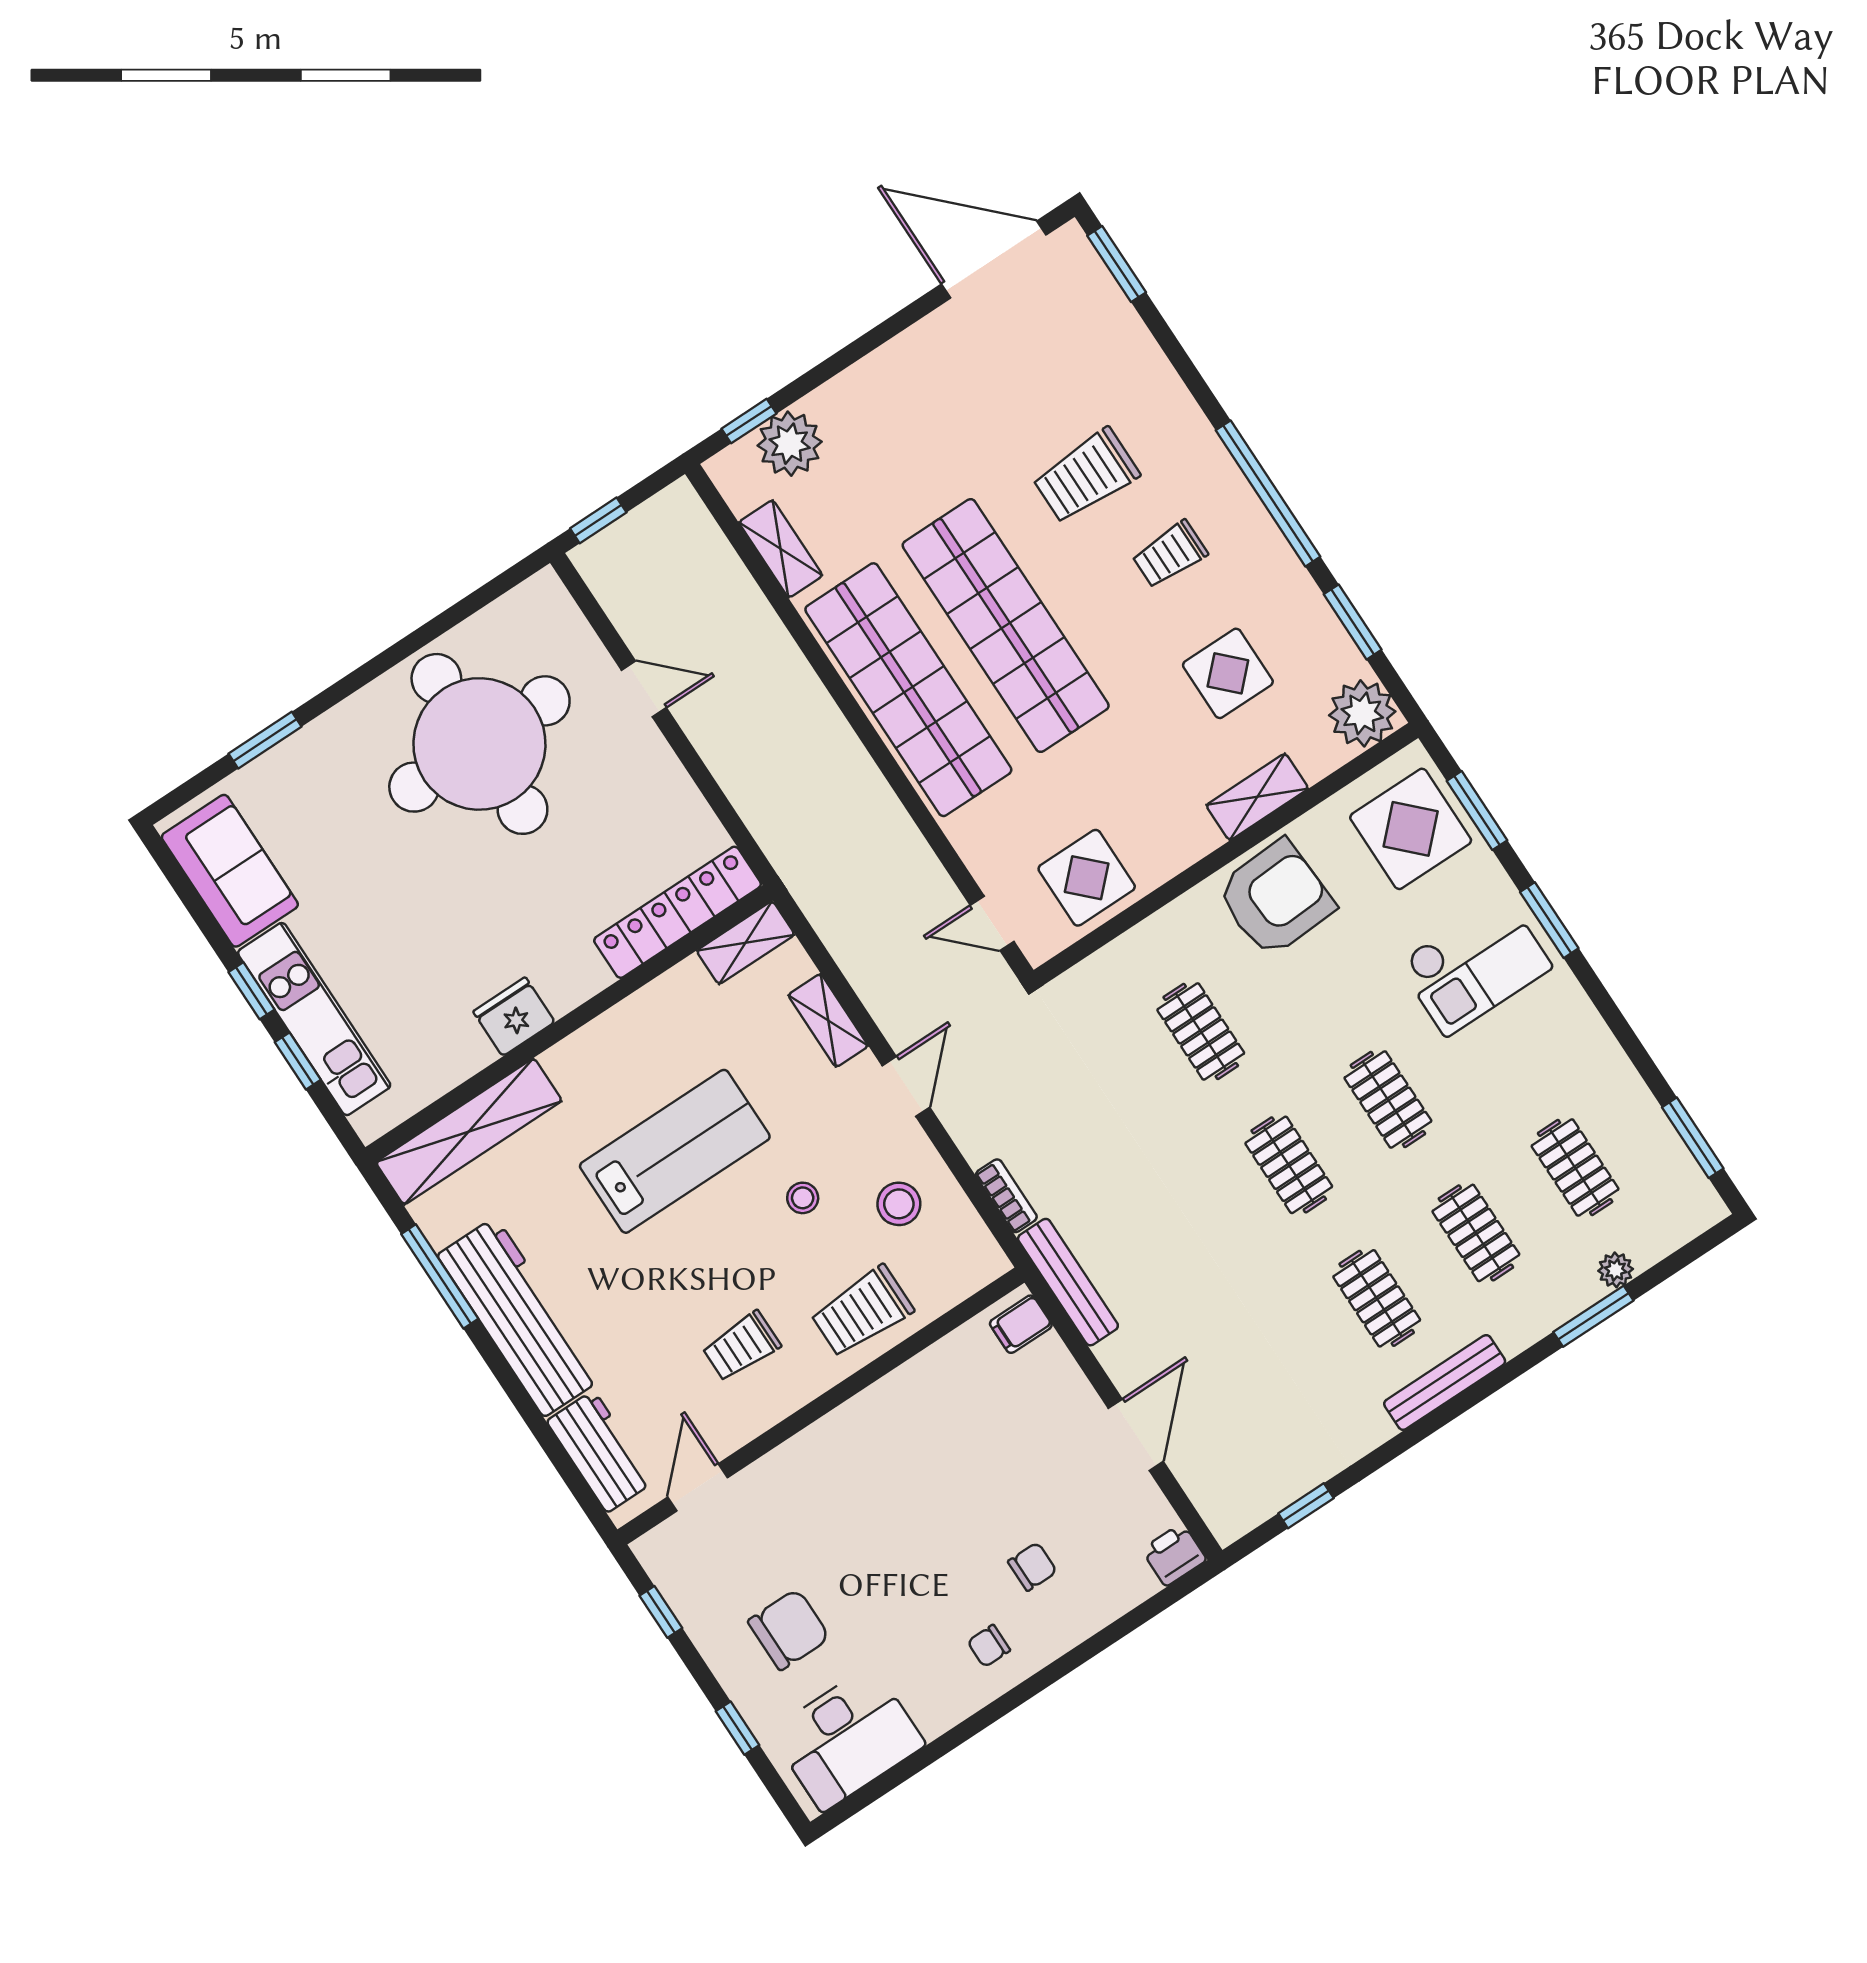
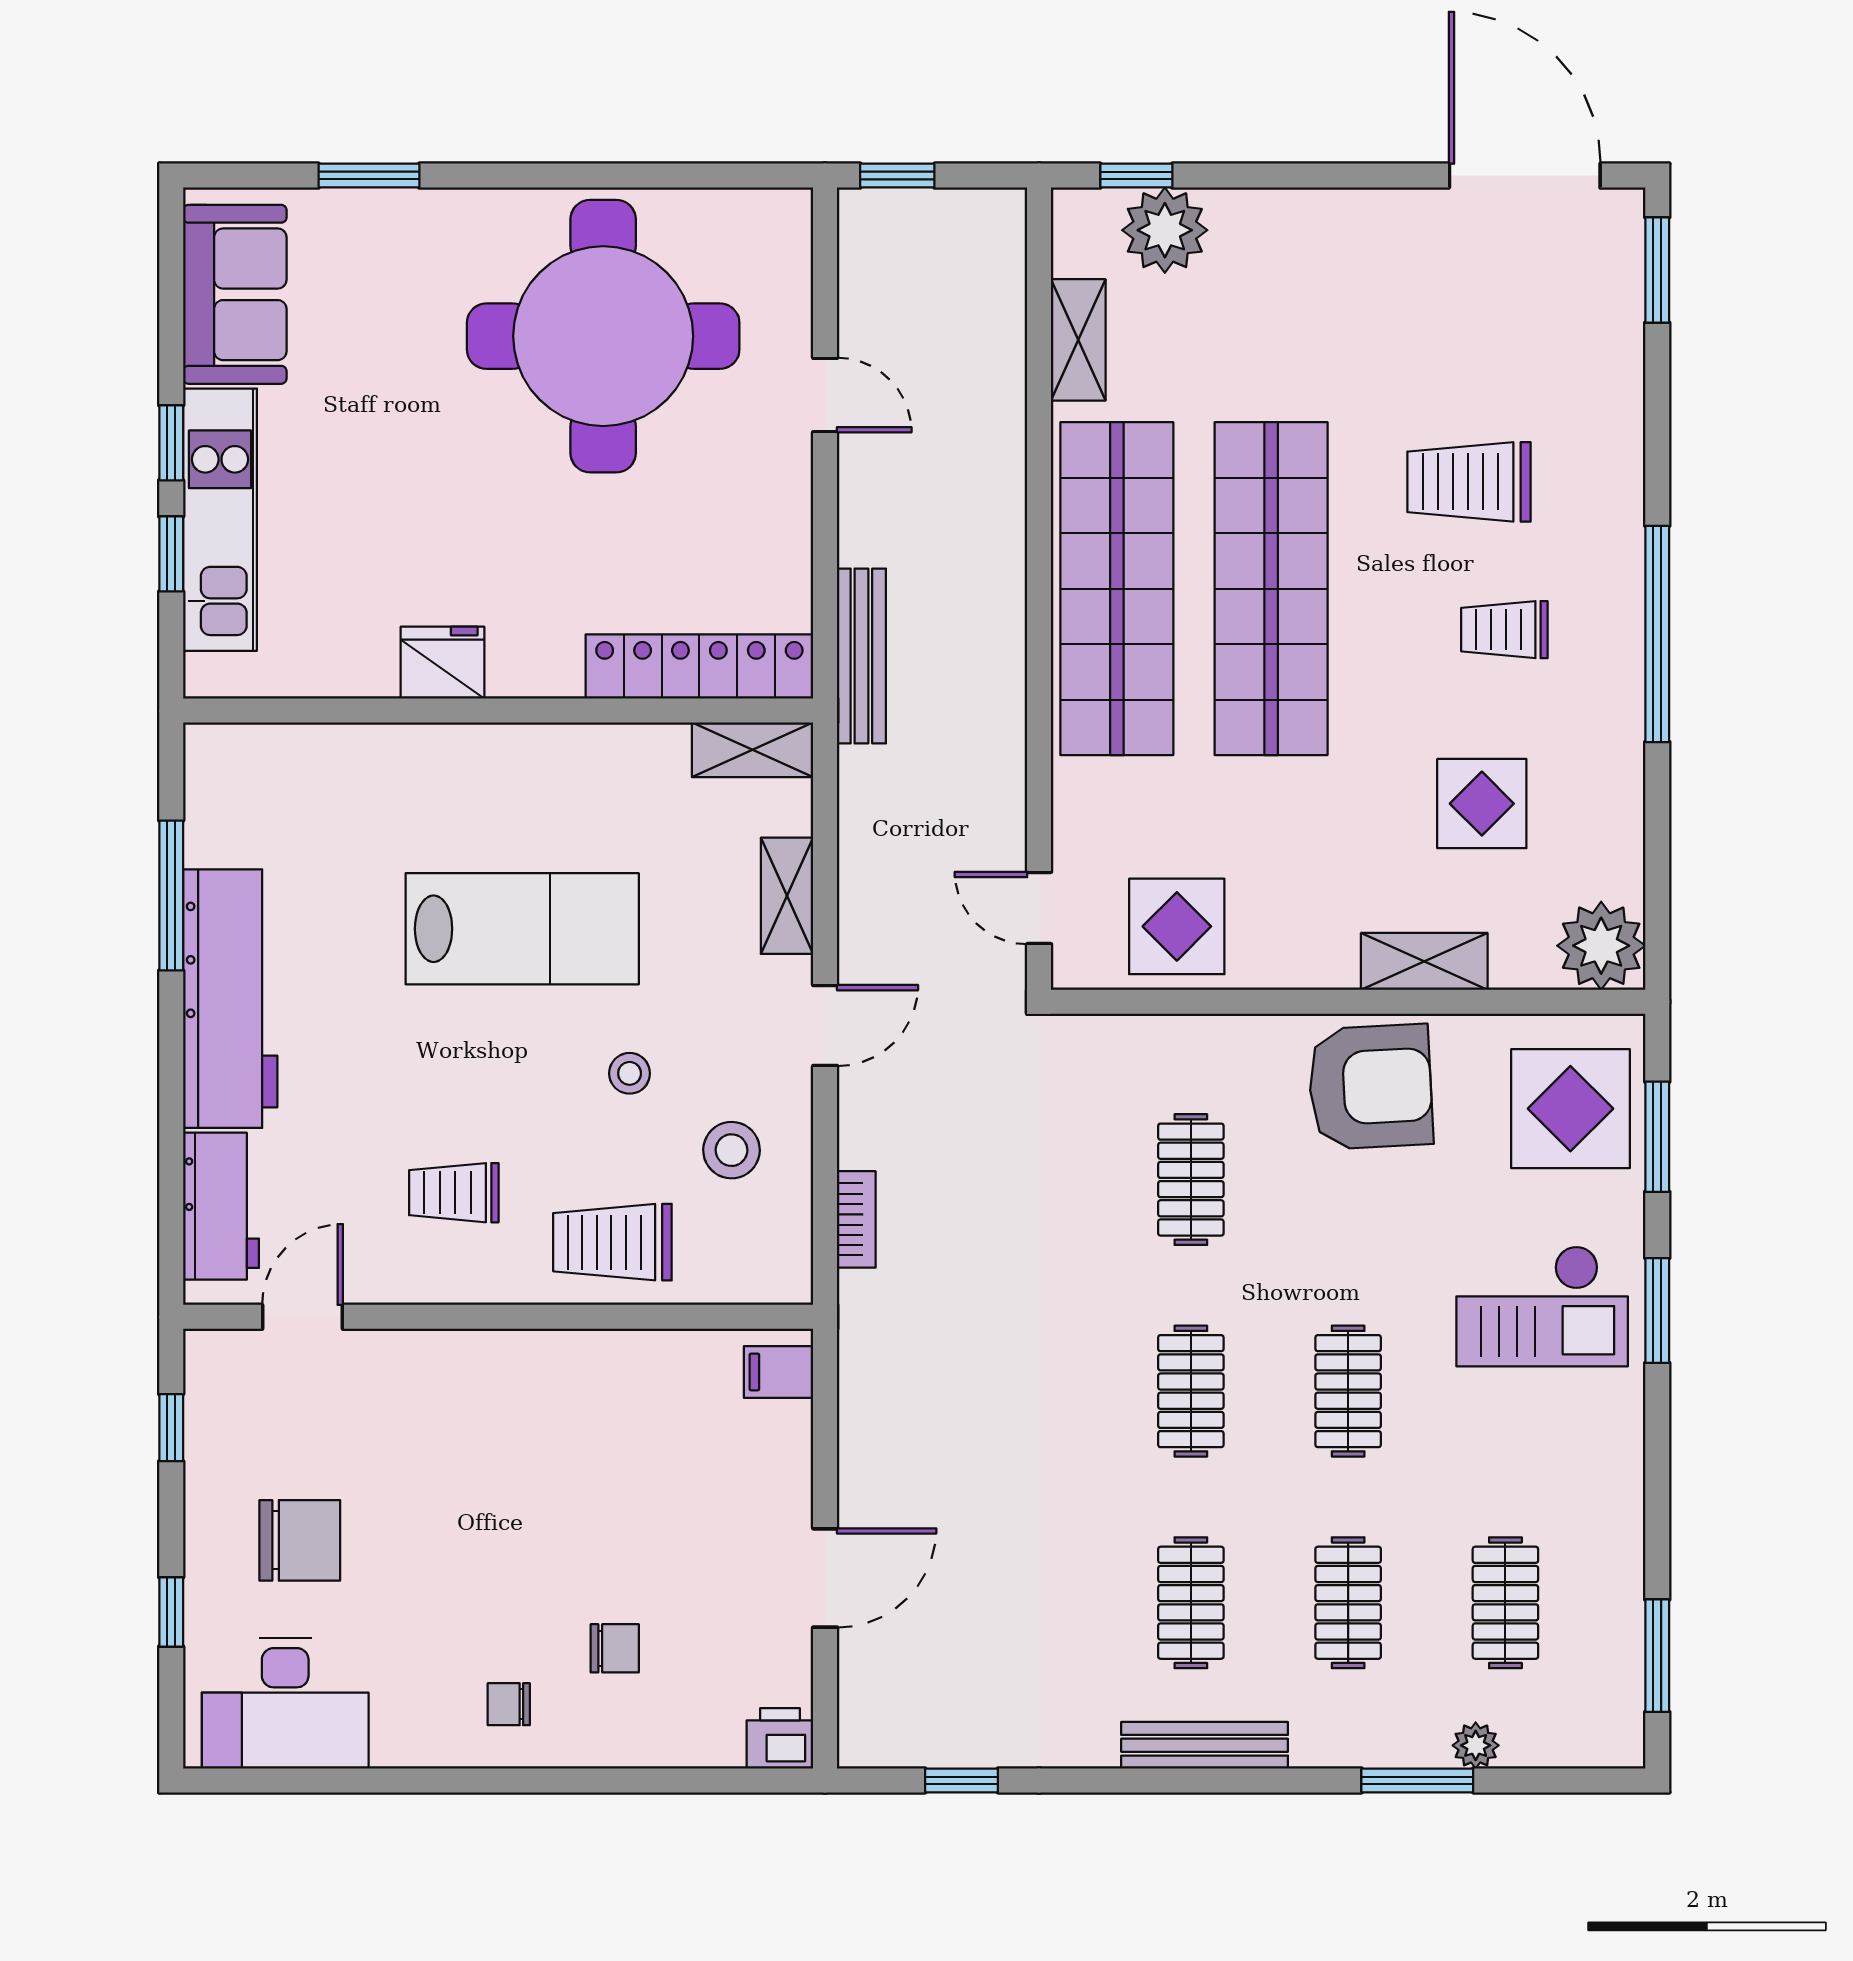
window: (1353, 622) -> (1657, 838), removed
shelving: (469, 1132) -> (309, 757), removed
bench: (1068, 1282) -> (861, 656), moved

